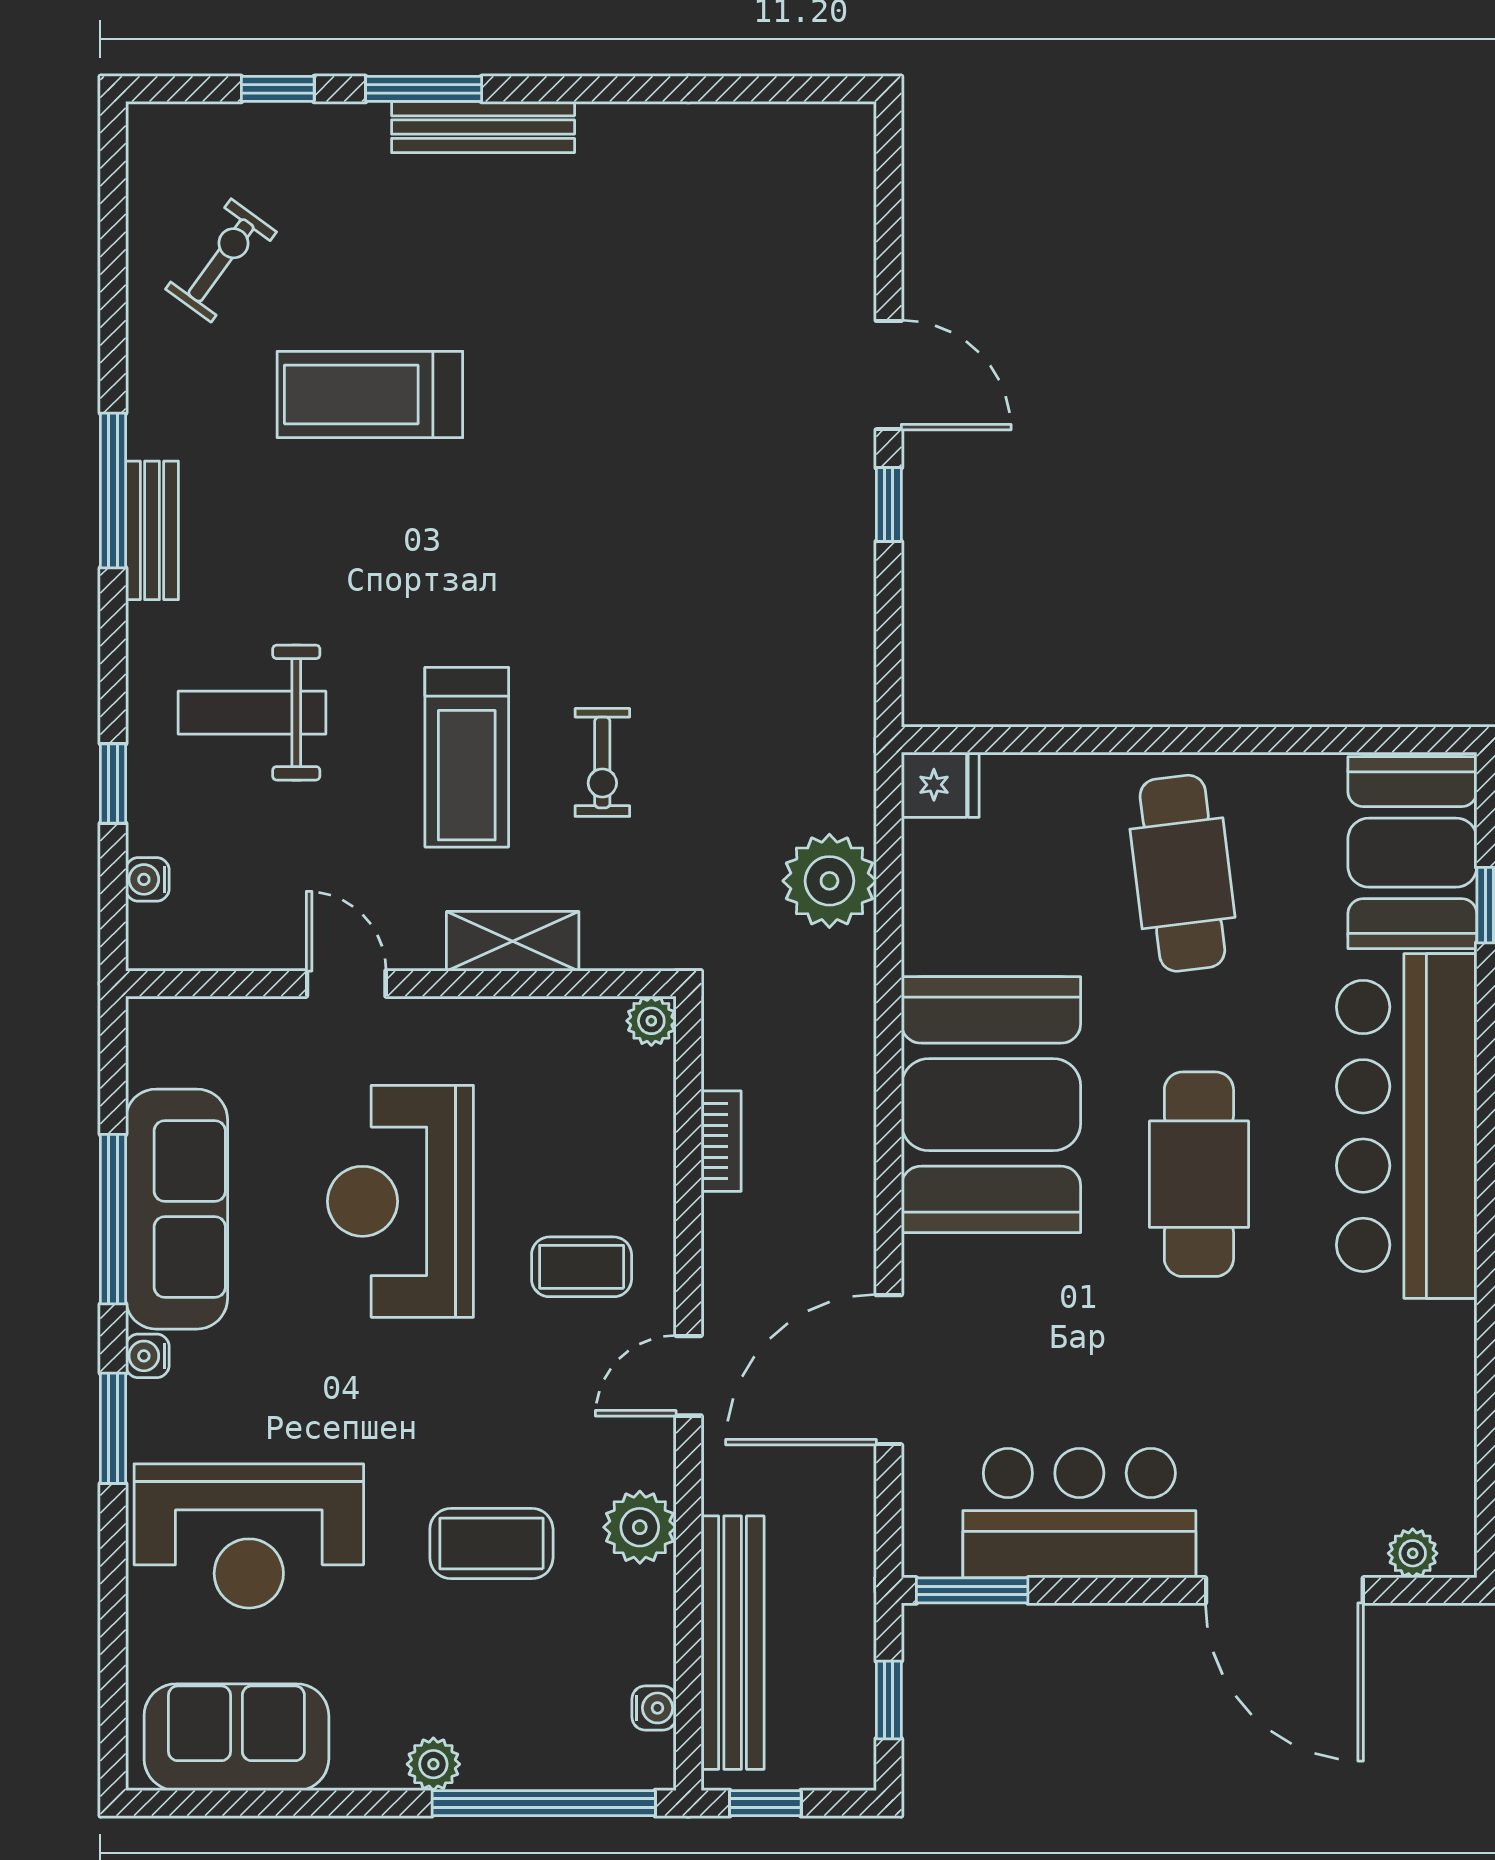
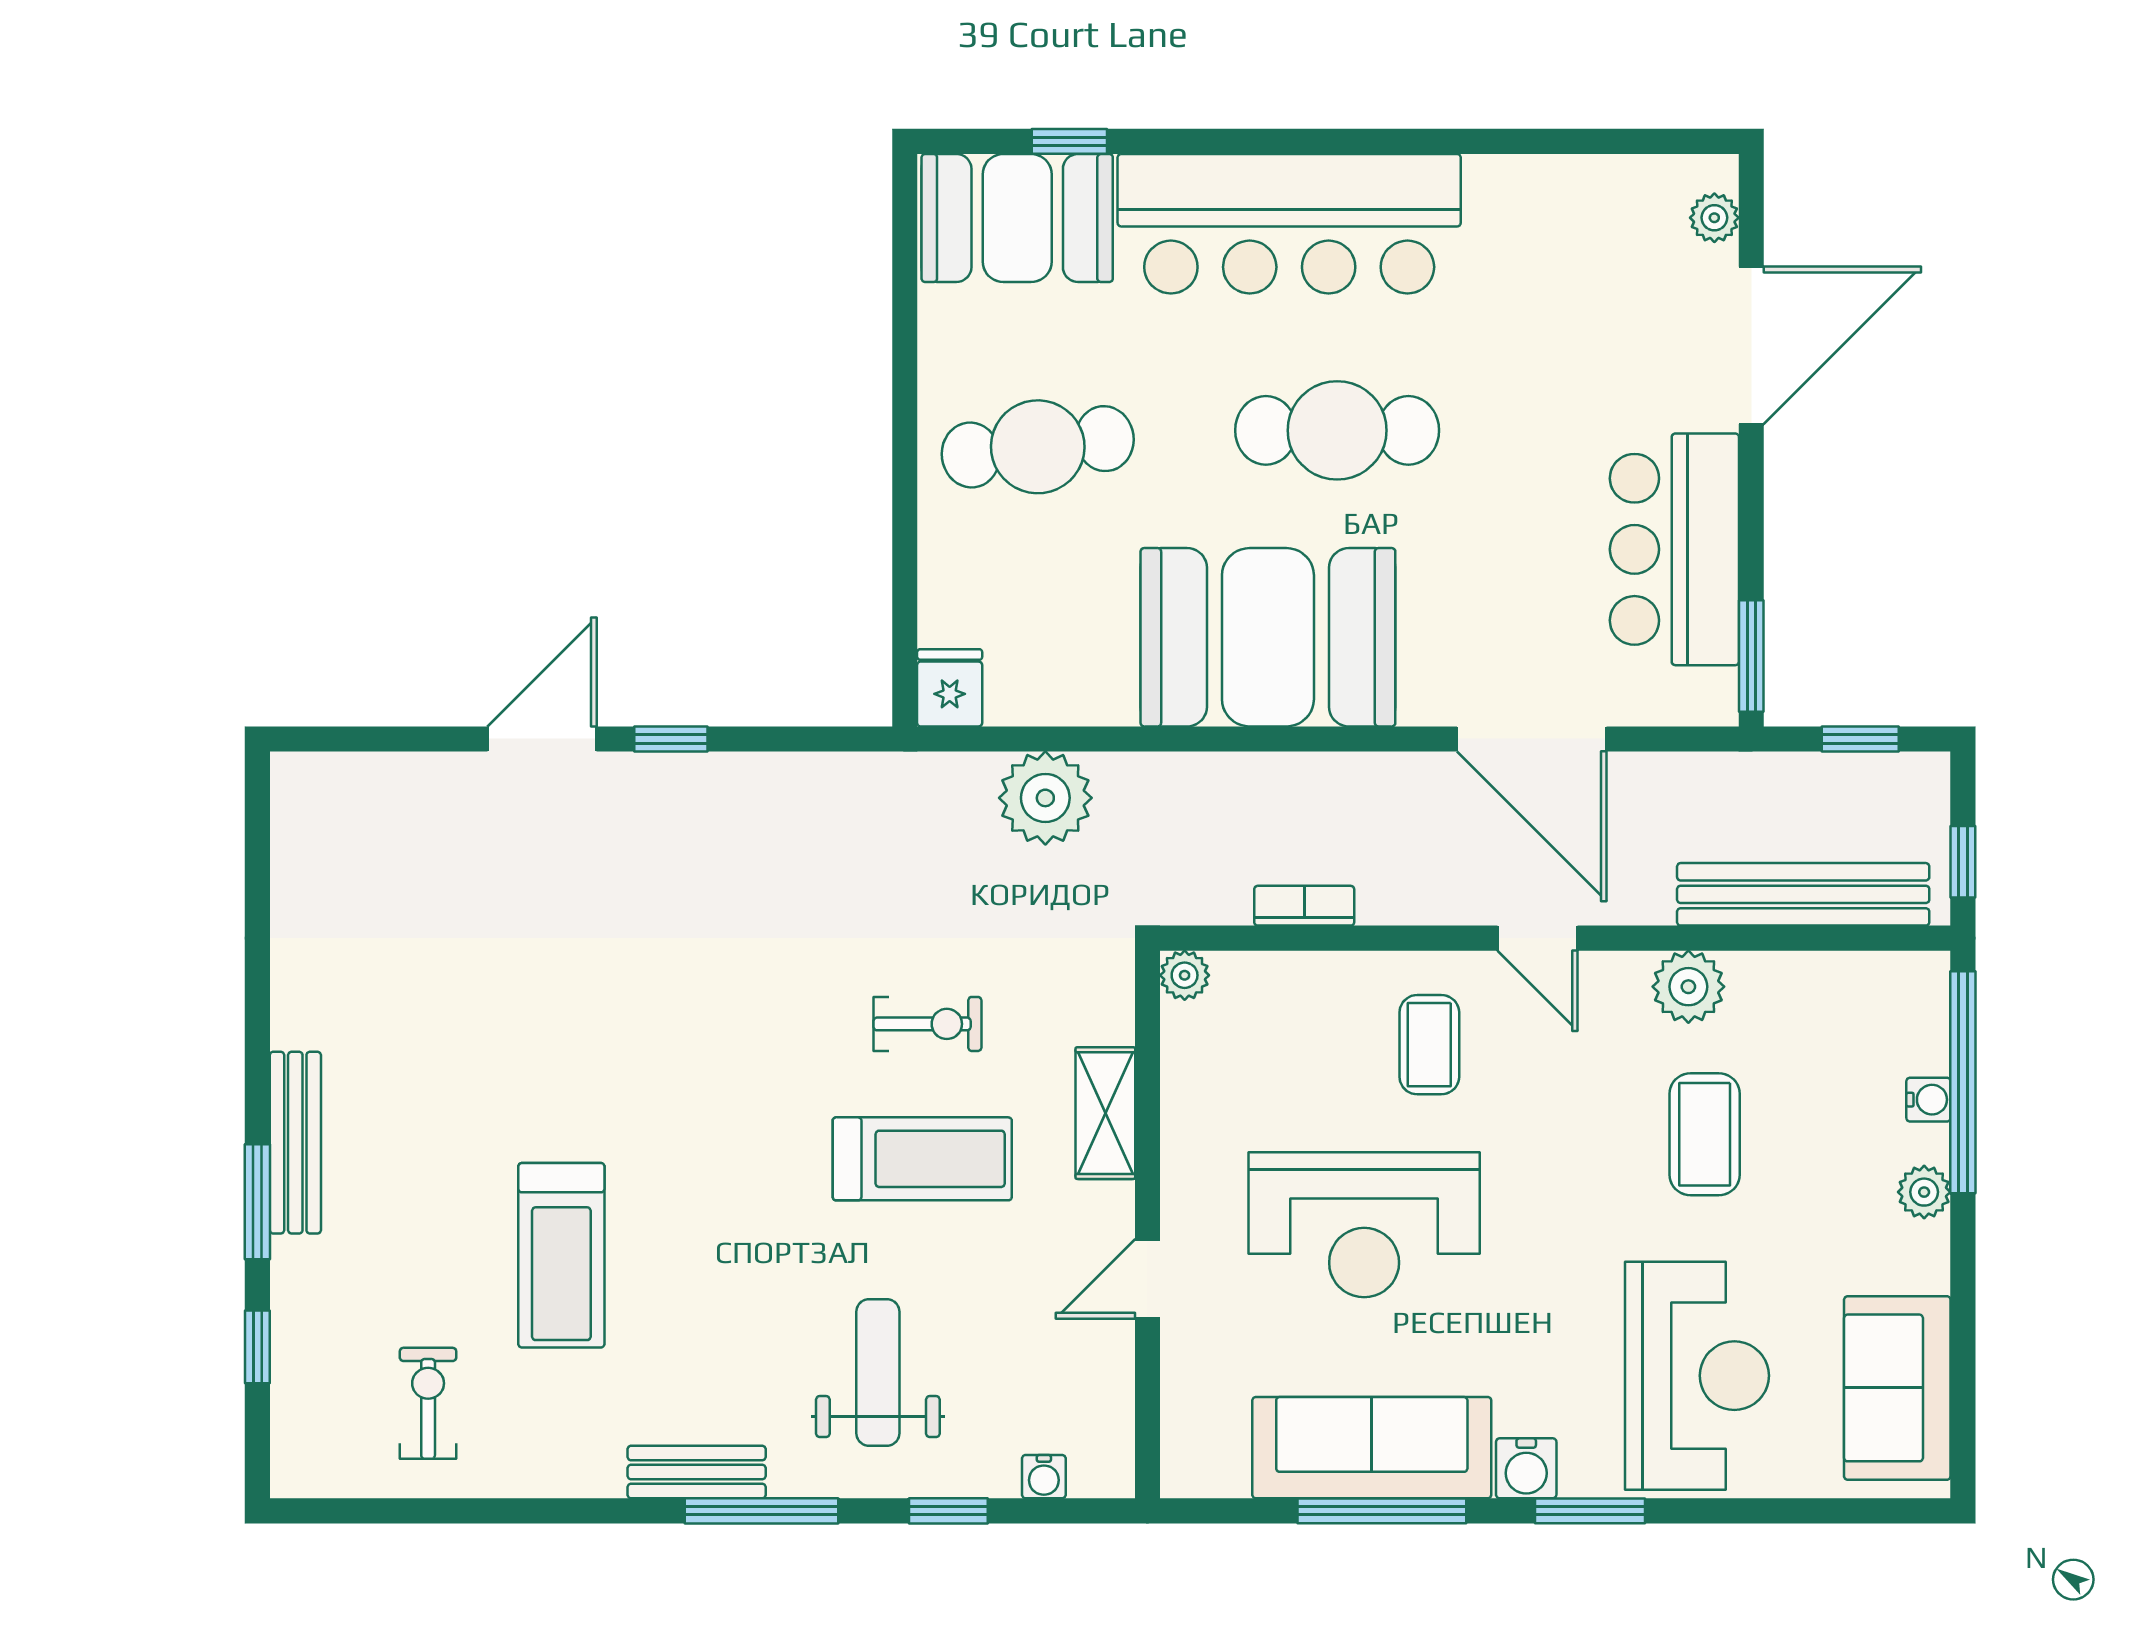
exercise bike: (221, 260) -> (428, 1403), turned 54
window: (113, 490) -> (761, 1511), moved
weight bench: (252, 713) -> (878, 1372), turned 180
water cooler: (147, 1356) -> (1526, 1468), width x1.38, depth x1.38
water cooler: (654, 1708) -> (1928, 1100), moved, turned 90

